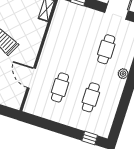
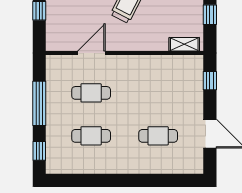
plant: (123, 74) -> (134, 167), removed
window: (56, 127) -> (39, 103), added

